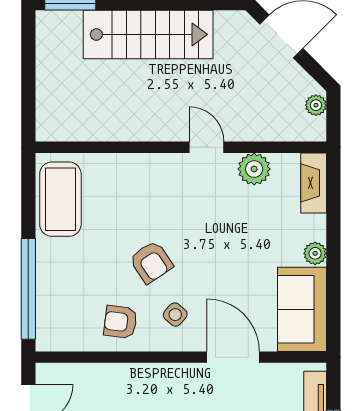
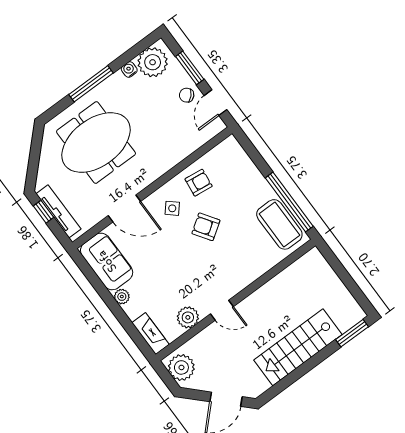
plant: (316, 105) -> (181, 367), width x1.88, depth x1.88
window: (28, 289) -> (289, 202), moved

